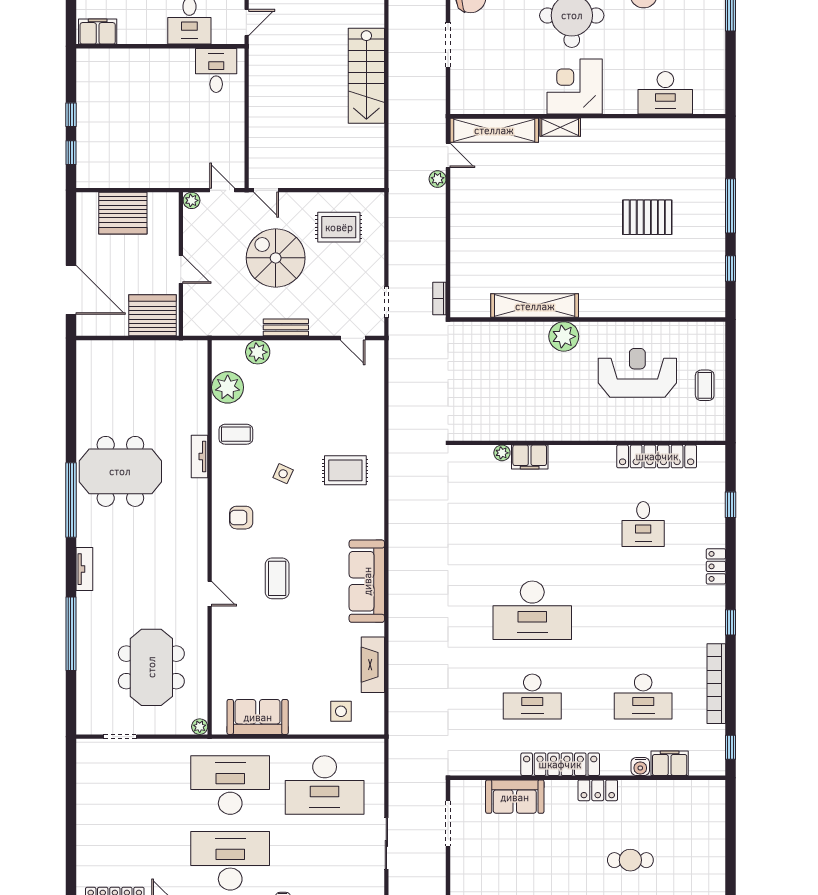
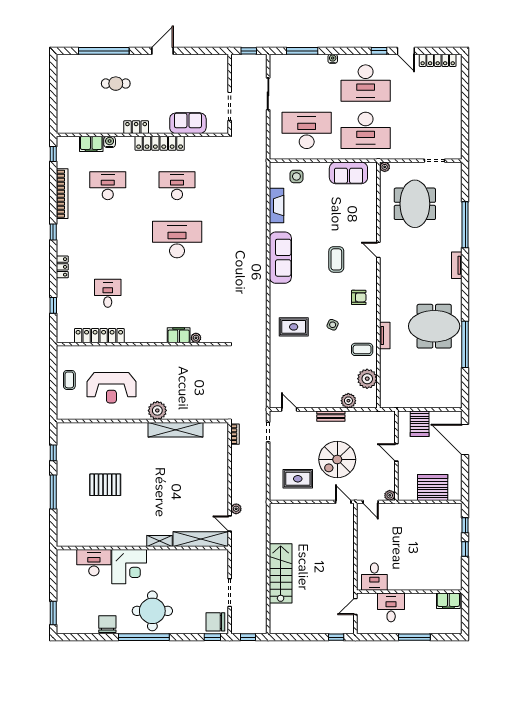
corner desk: (575, 86) -> (129, 567), moved
spiral stairs: (276, 258) -> (337, 459), turned 90
server rack: (153, 315) -> (420, 424), width x0.62
window: (71, 500) -> (465, 344), moved

